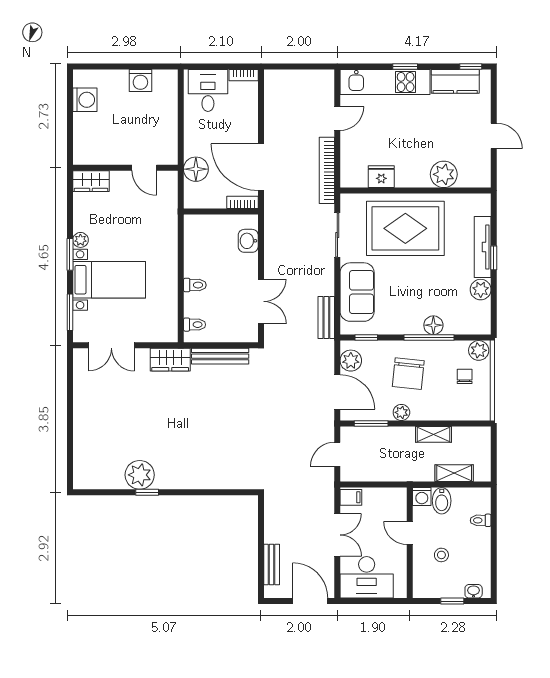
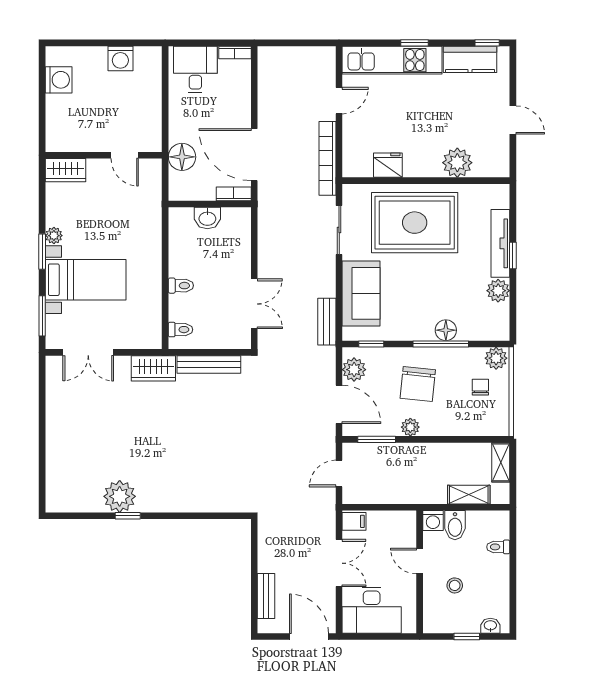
washbasin: (248, 241) -> (207, 218), moved, turned -90
shelving: (434, 434) -> (501, 462), moved, turned 90

